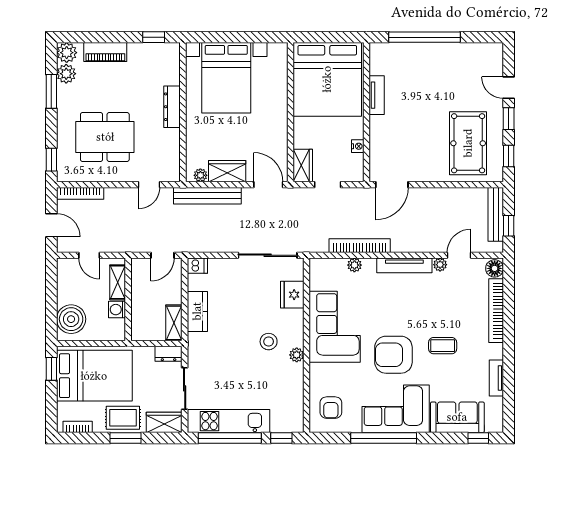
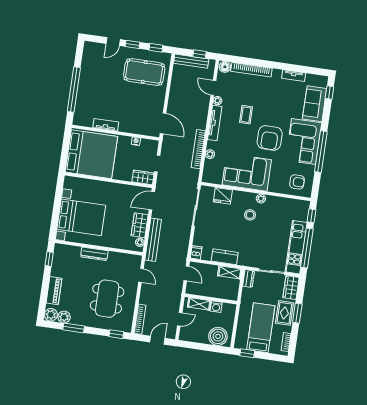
coffee table: (443, 346) -> (246, 115), moved
bed: (94, 376) -> (261, 328), width x0.67

